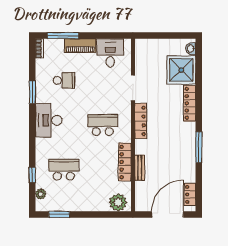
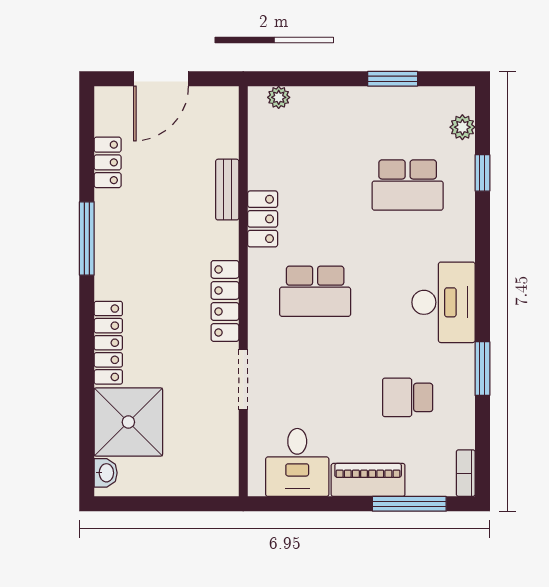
locker: (125, 162) -> (263, 219), width x0.66
locker: (190, 194) -> (108, 162), moved
plant: (118, 202) -> (279, 97), width x0.53, depth x0.53
window: (59, 214) -> (393, 79), moved
door: (168, 214) -> (161, 79), width x0.73

